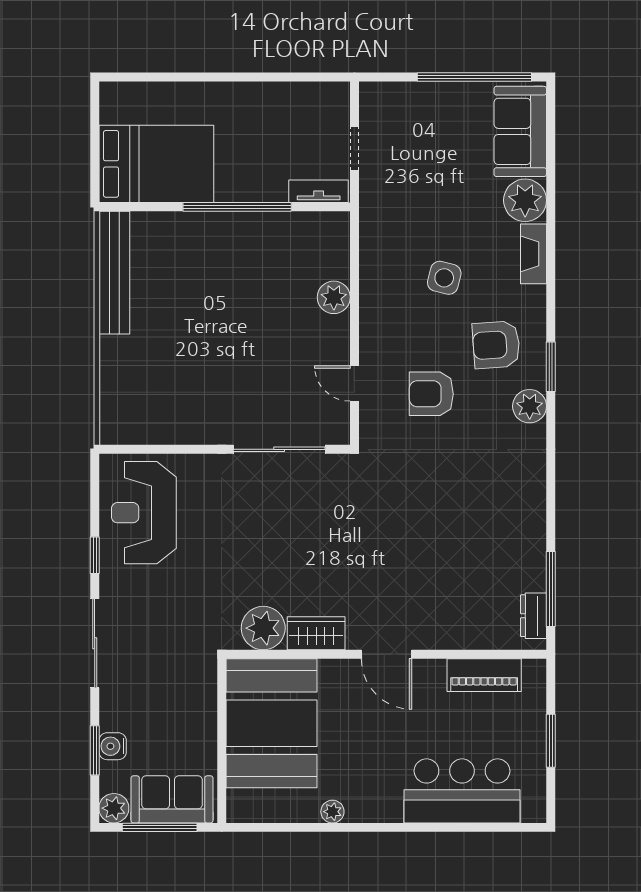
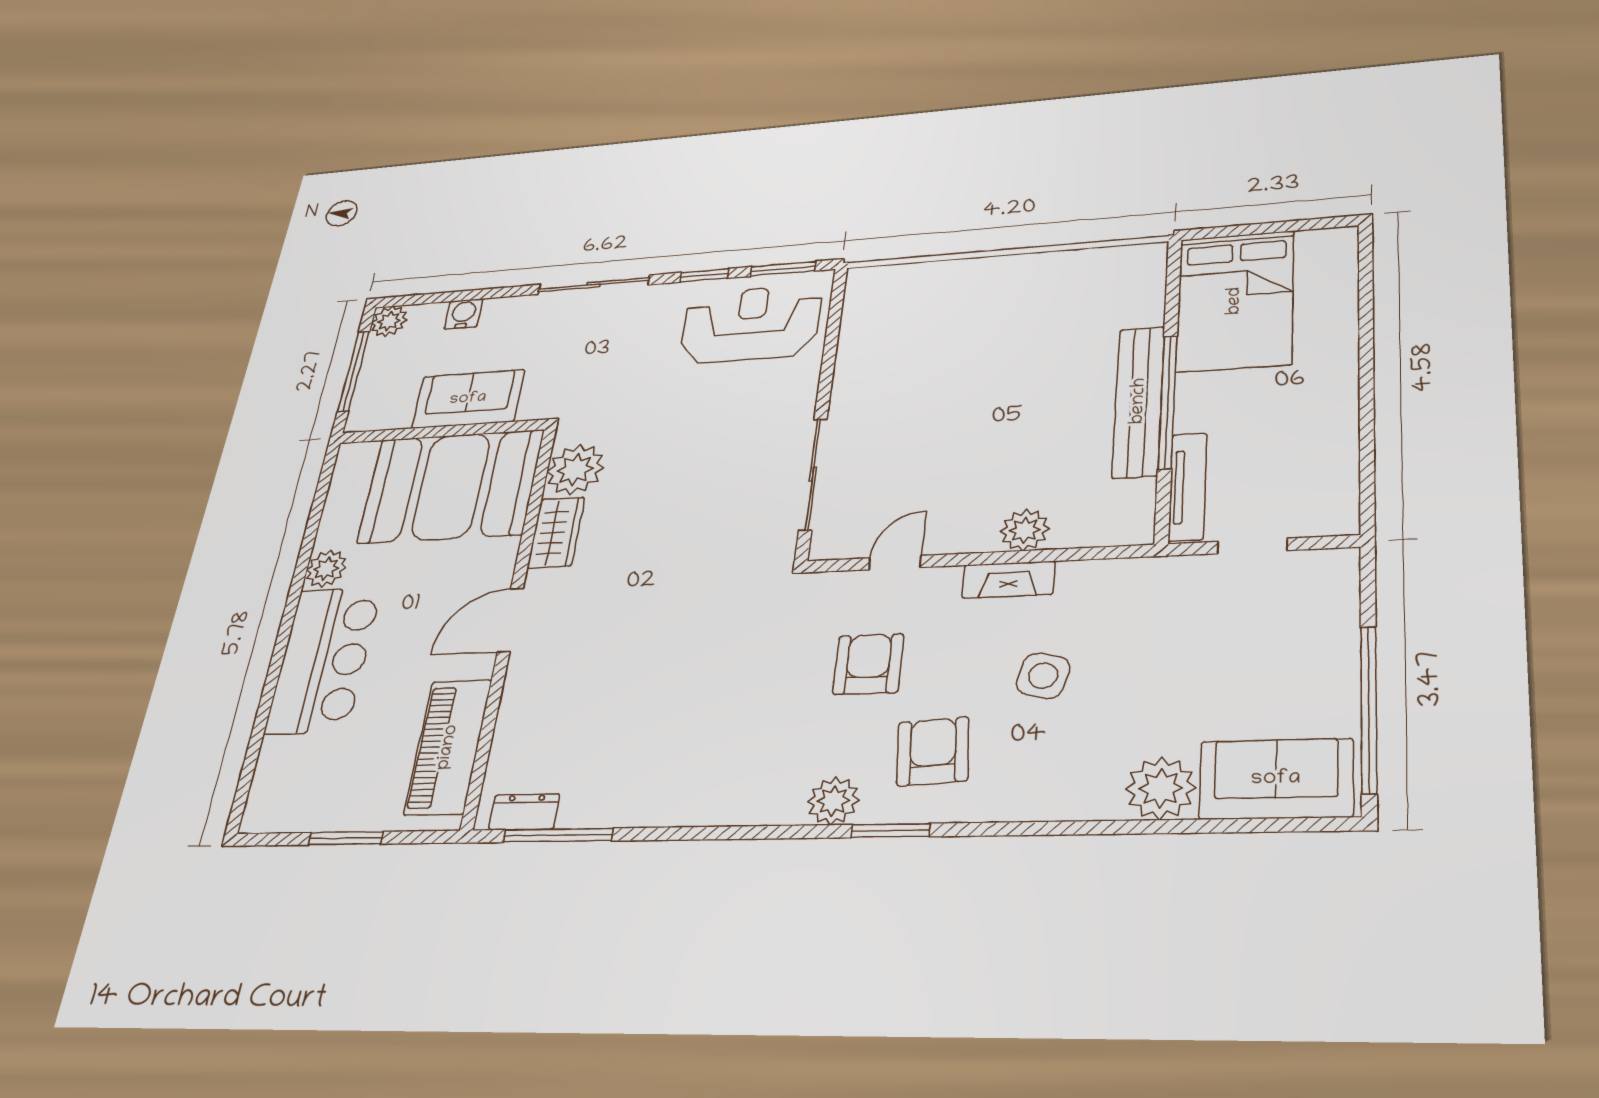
tv unit: (319, 191) -> (1188, 487), width x1.41
fireplace: (534, 254) -> (1008, 580), moved, turned 180
bench: (114, 273) -> (1139, 401), moved, turned 90
piano: (484, 675) -> (448, 747), width x1.37, depth x1.33
window: (95, 750) -> (783, 269), moved
bar counter: (462, 791) -> (323, 660), moved
sofa: (172, 799) -> (468, 399), moved, turned -90
plant: (332, 812) -> (326, 569), width x1.38, depth x1.38

